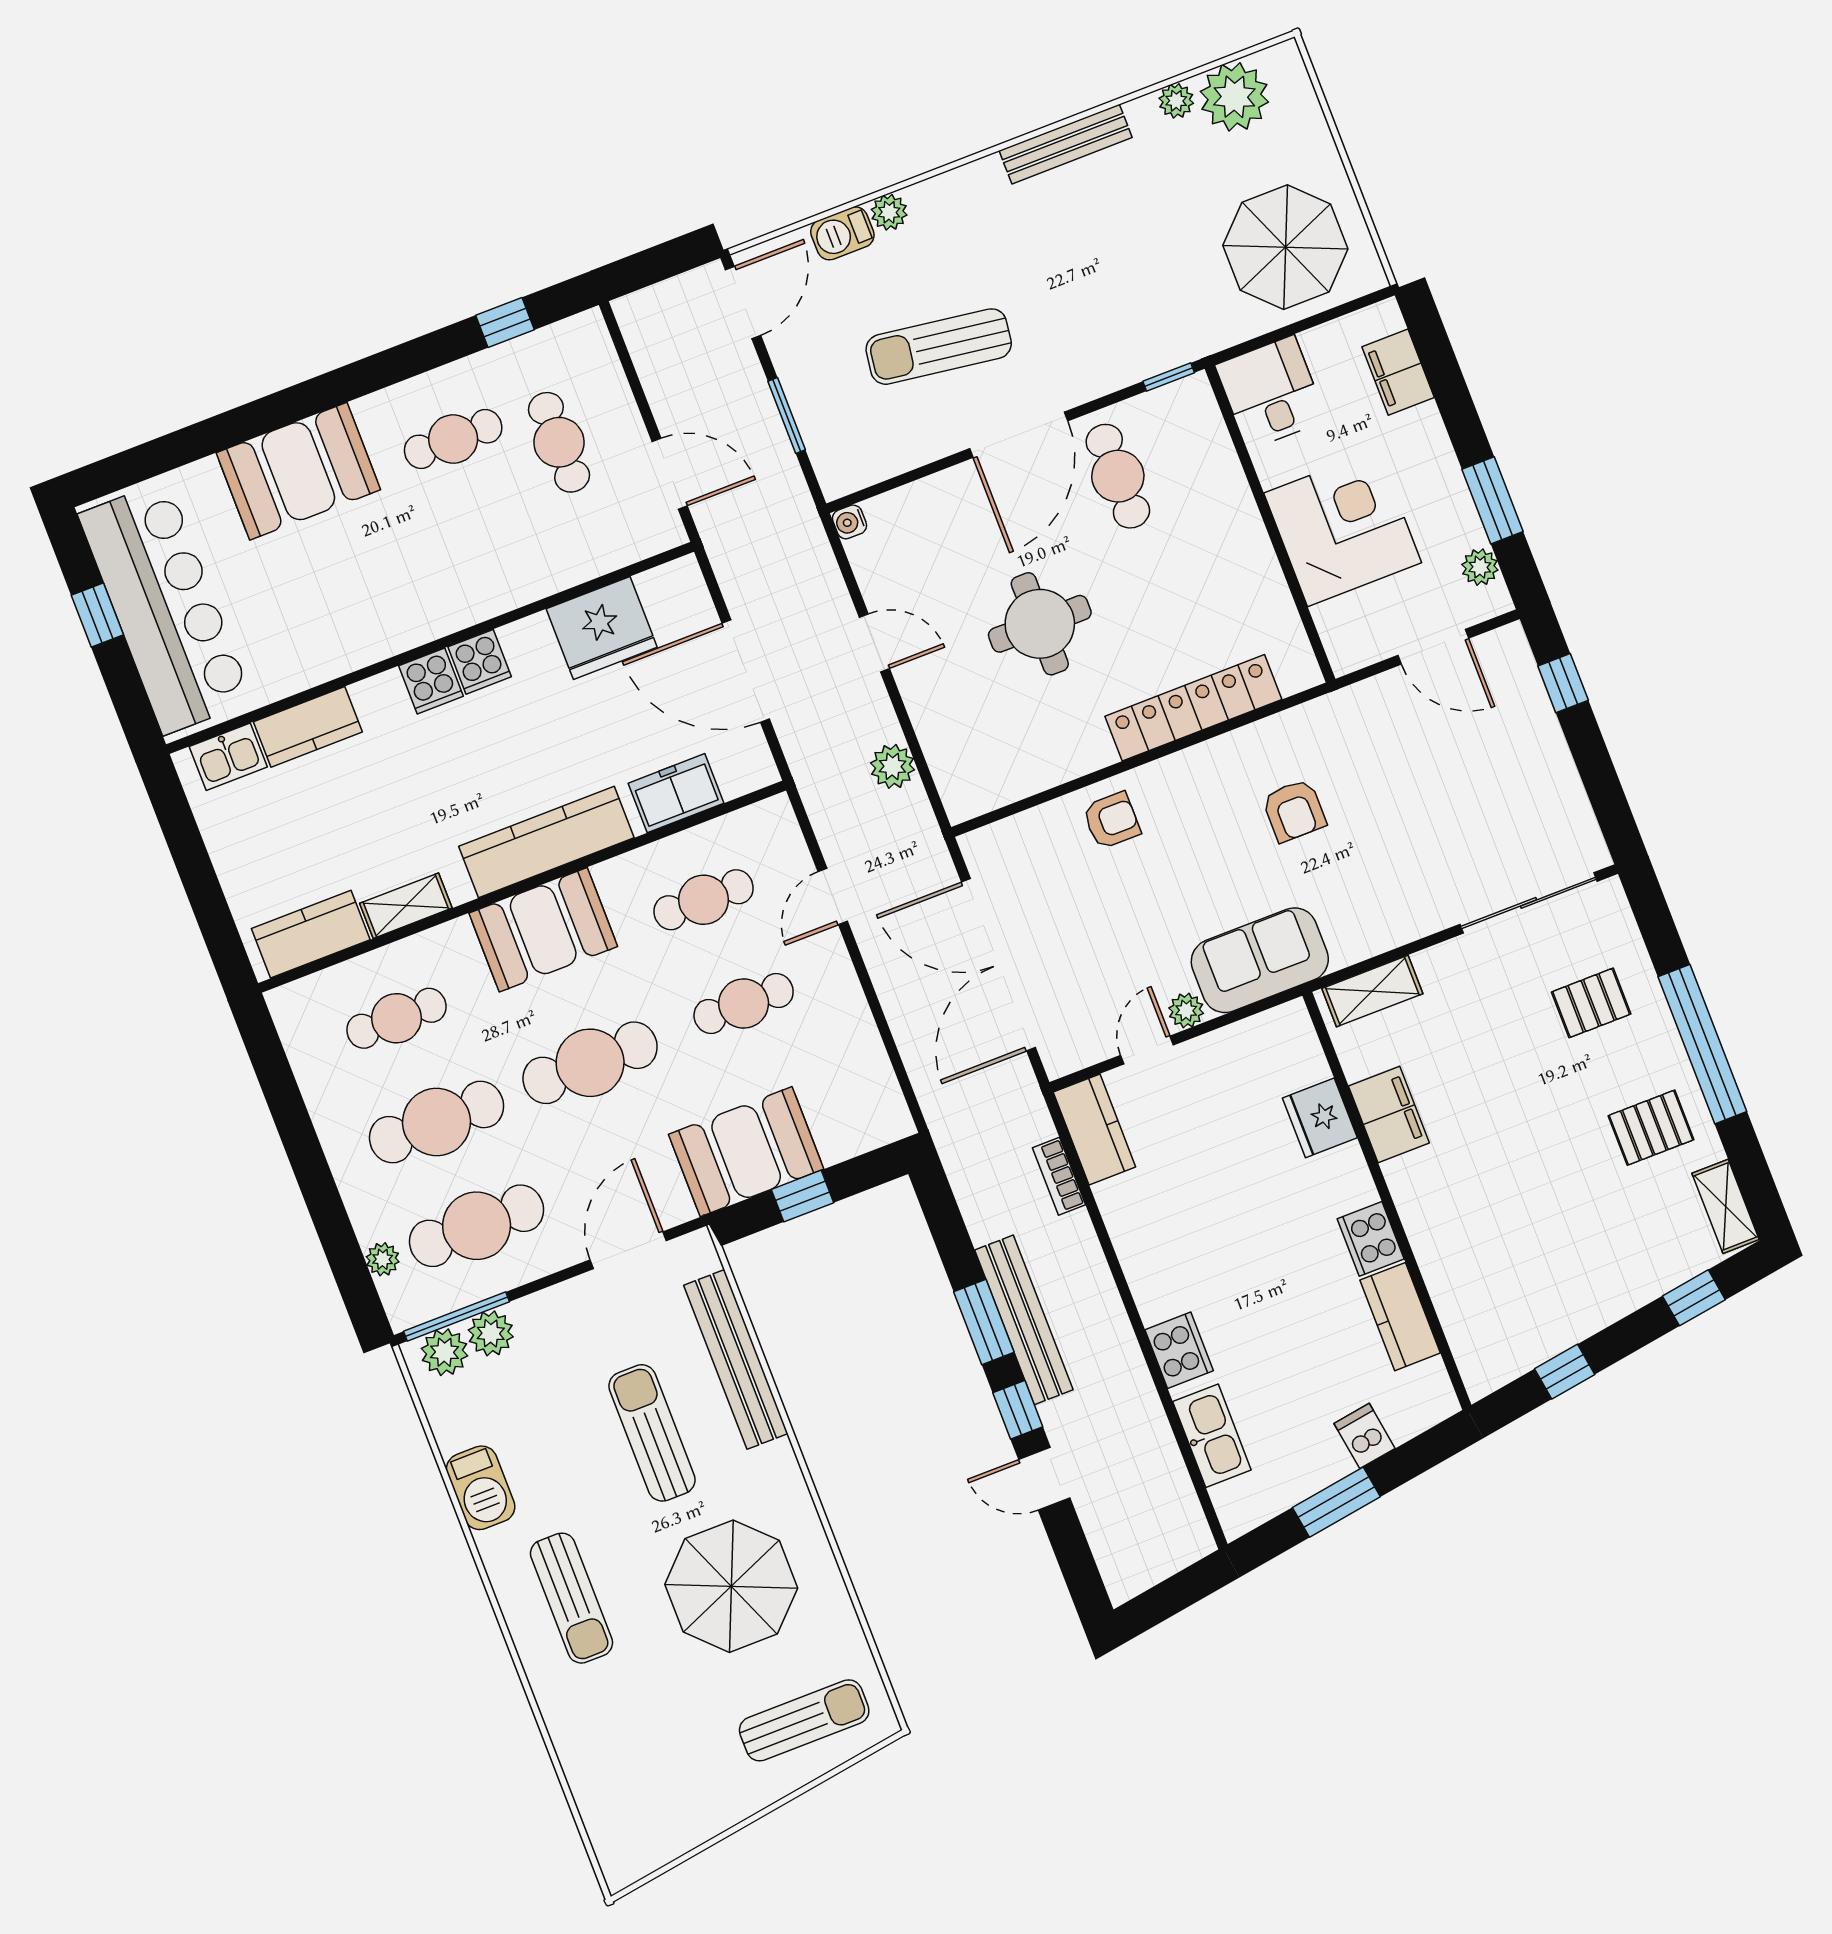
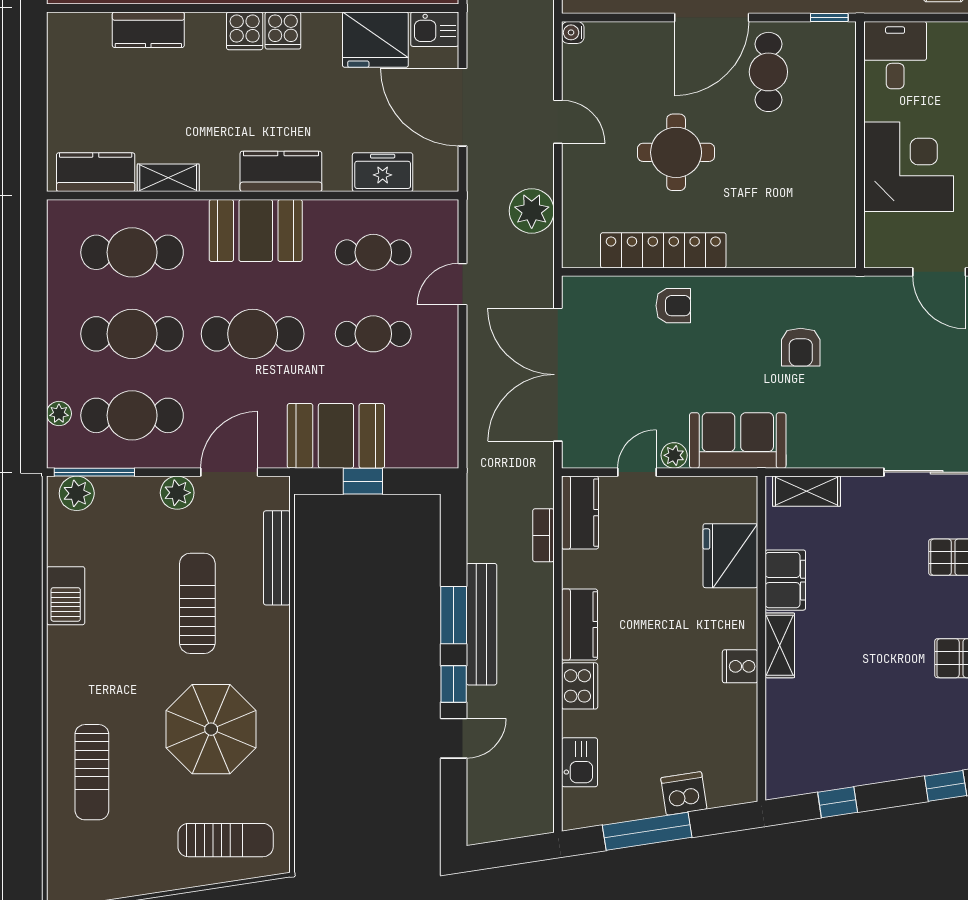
locker: (1193, 708) -> (663, 250), moved
kitchen sink: (228, 757) -> (435, 29), moved
plant: (892, 766) -> (532, 211), width x1.36, depth x1.36
kitchen counter: (546, 842) -> (281, 171), width x0.67
cafe table: (396, 1018) -> (132, 252), width x1.37, depth x1.35
fridge: (1320, 1118) -> (730, 556), width x1.36, depth x1.34
shelving: (1414, 1200) -> (780, 645), added
cooker: (1371, 1239) -> (740, 666), width x0.73
kitchen counter: (1400, 1317) -> (580, 624), moved, turned 180
plant: (491, 1333) -> (177, 493), moved
bench: (736, 1359) -> (277, 558), width x0.73, depth x0.82
kitchen sink: (1212, 1436) -> (580, 762), width x0.73
dishwasher: (1365, 1436) -> (684, 793), width x1.38
door: (1044, 1479) -> (454, 738), swing flipped
window: (1336, 1502) -> (647, 831), width x1.44
sun lounger: (572, 1598) -> (92, 772), moved

